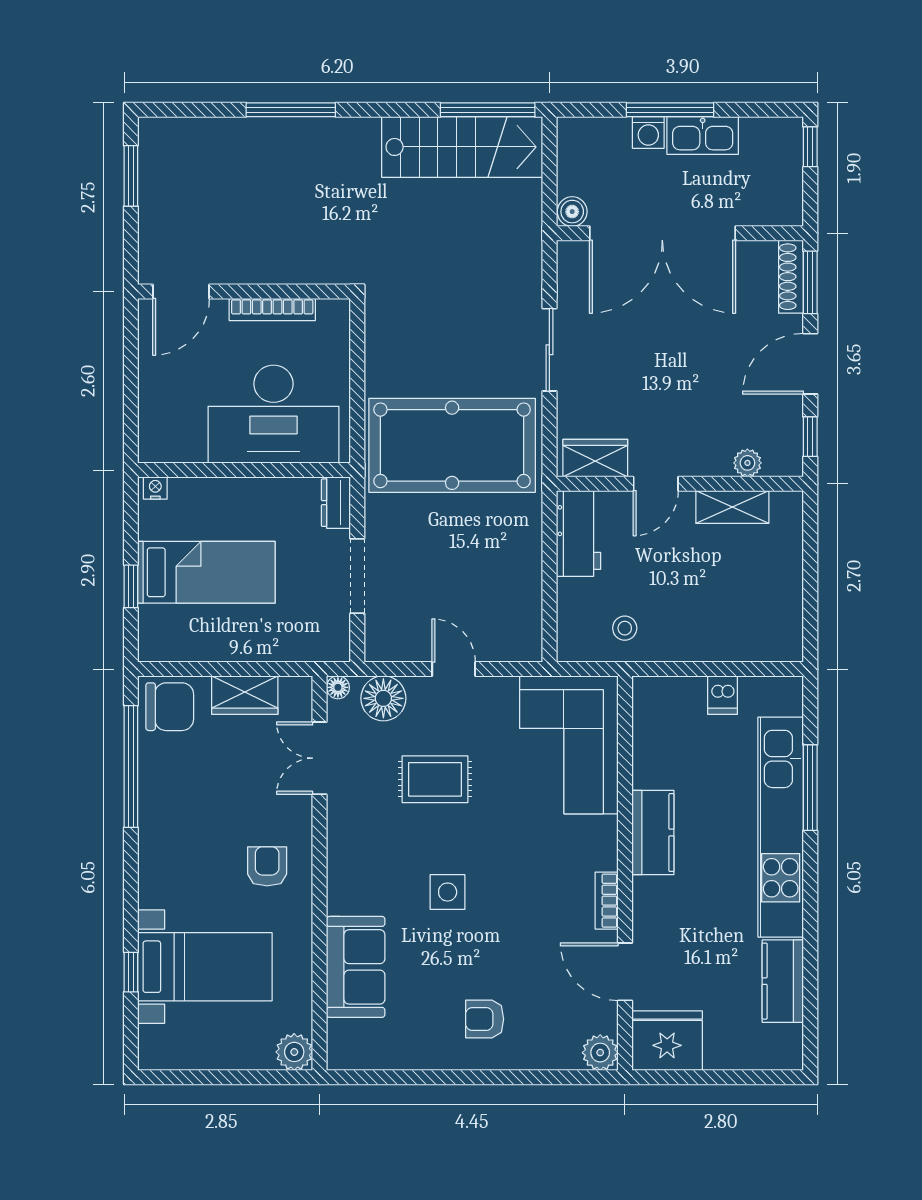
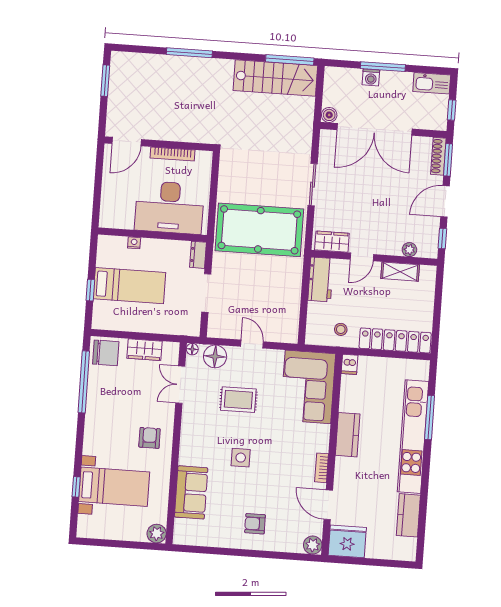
kitchen sink: (703, 135) -> (432, 83), moved
window: (810, 147) -> (452, 110), moved
nightstand: (155, 488) -> (134, 243), moved
locker: (732, 642) -> (395, 340), added
dishwasher: (723, 695) -> (350, 364), moved

